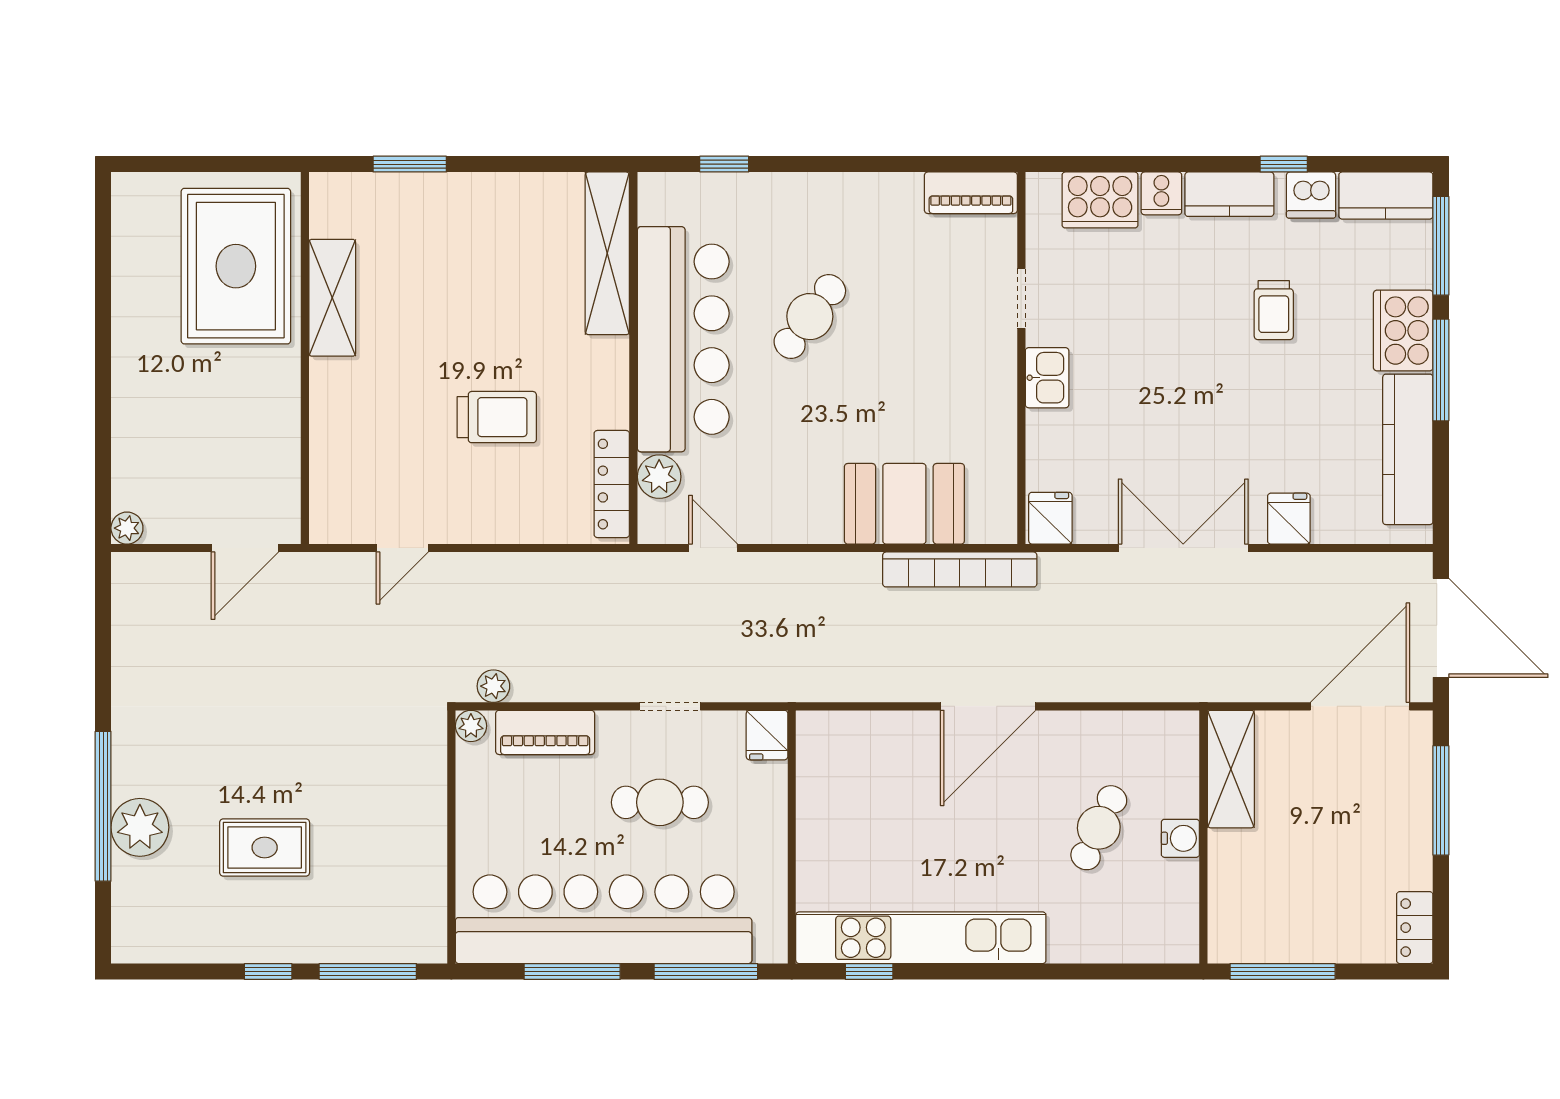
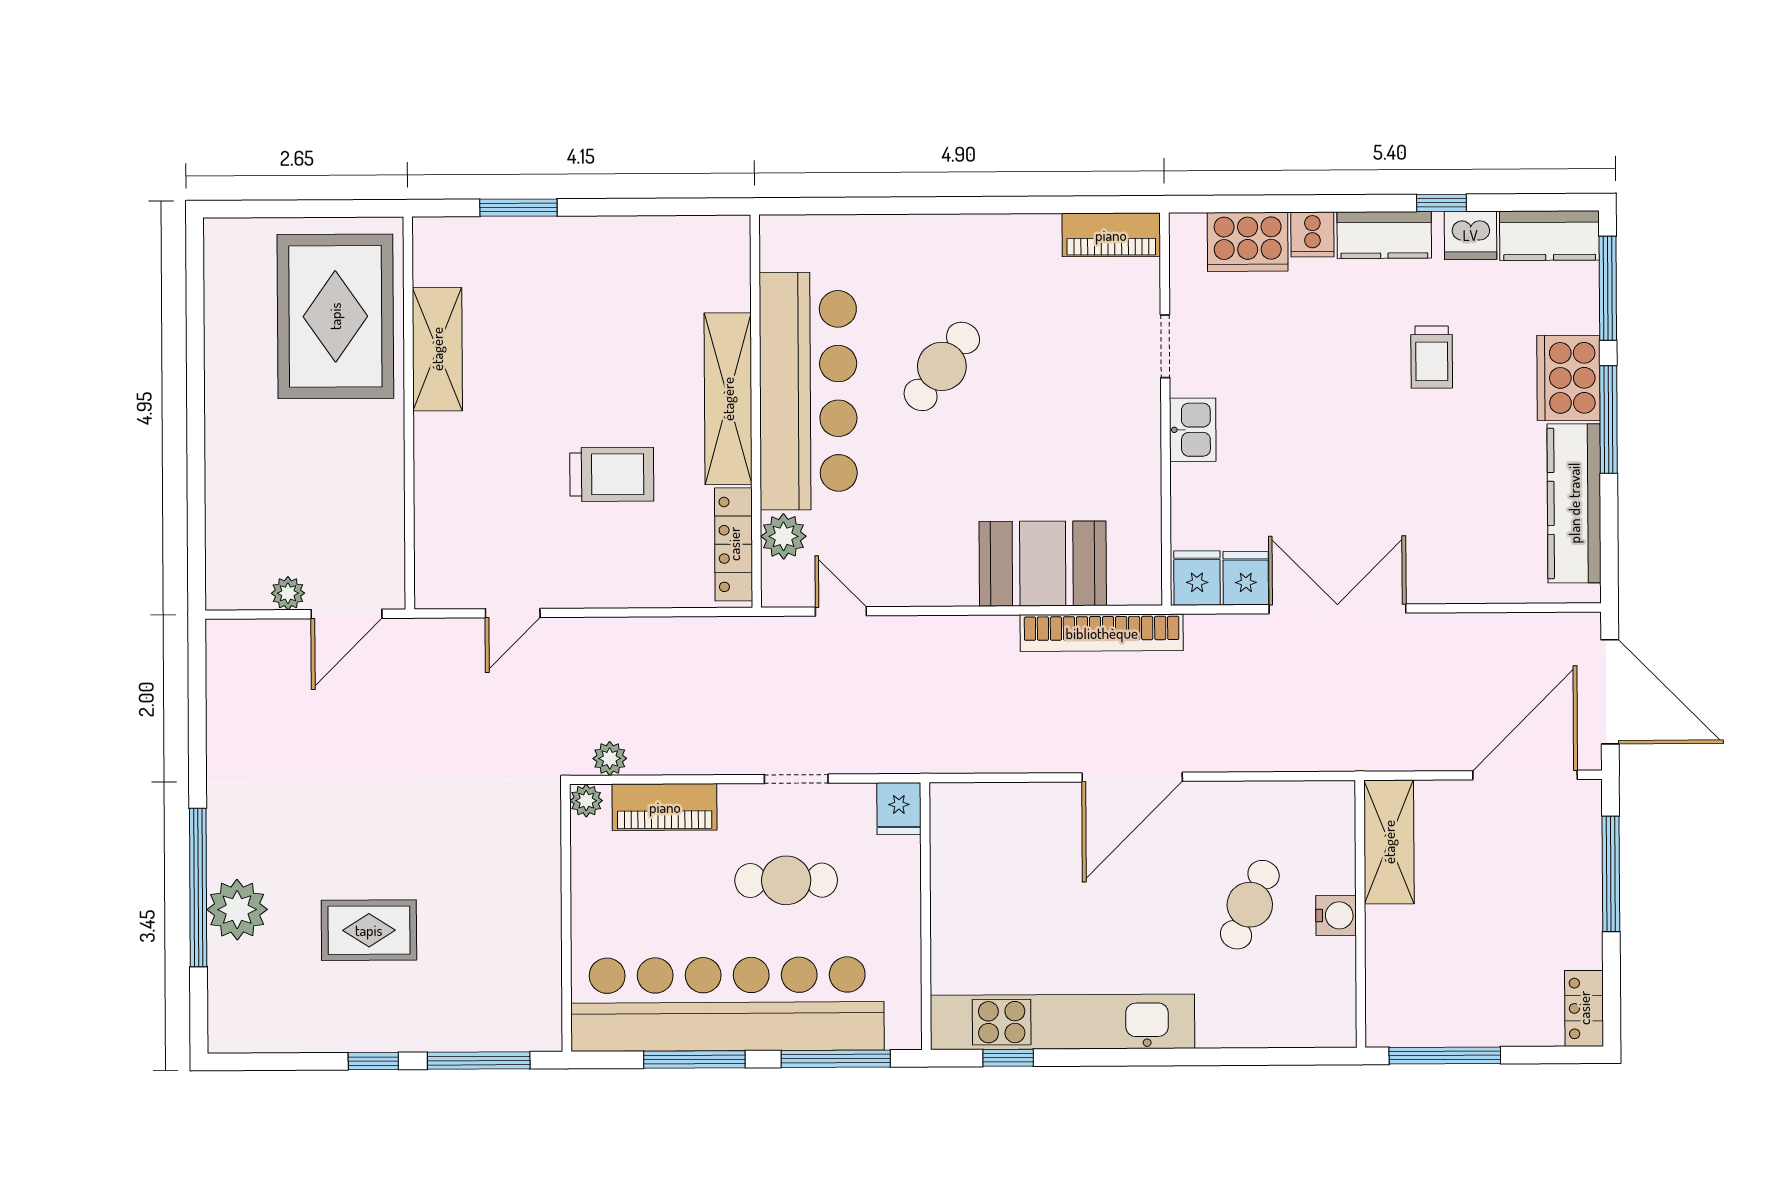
window: (724, 164) -> (850, 206), removed
shelving: (607, 253) -> (728, 399), moved
fridge: (1289, 519) -> (1246, 578), moved
plant: (127, 528) -> (288, 593), moved

